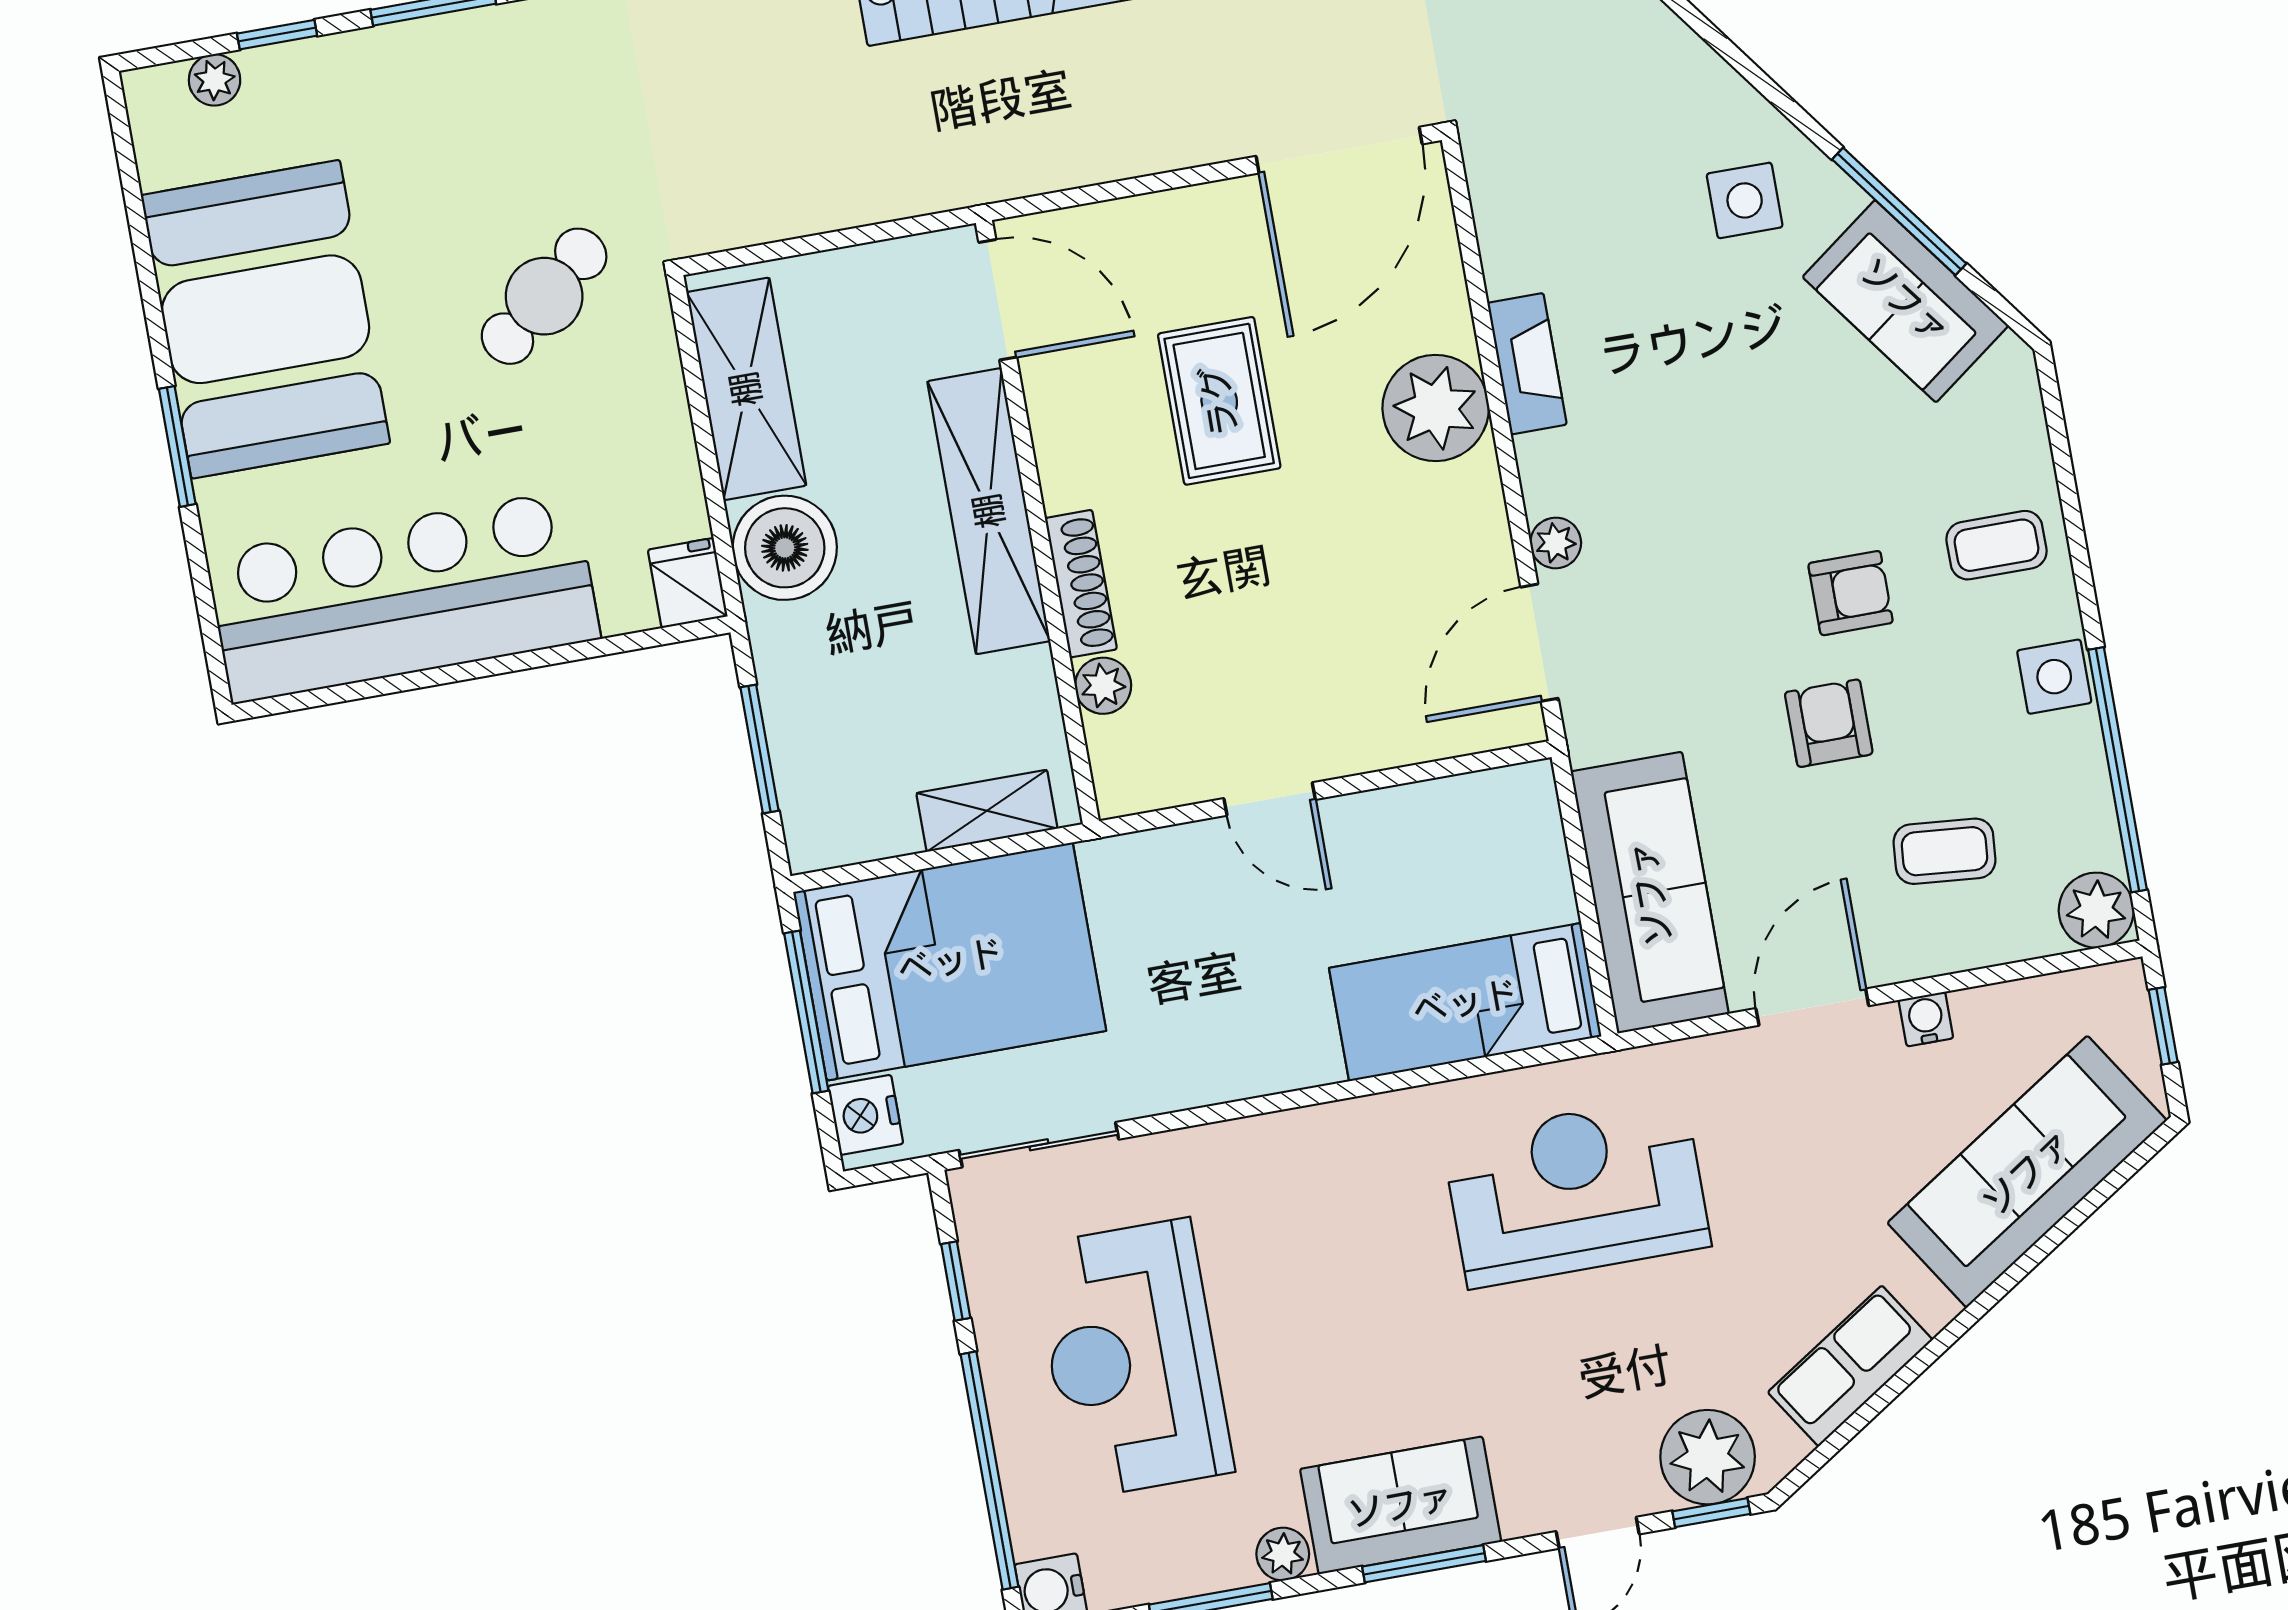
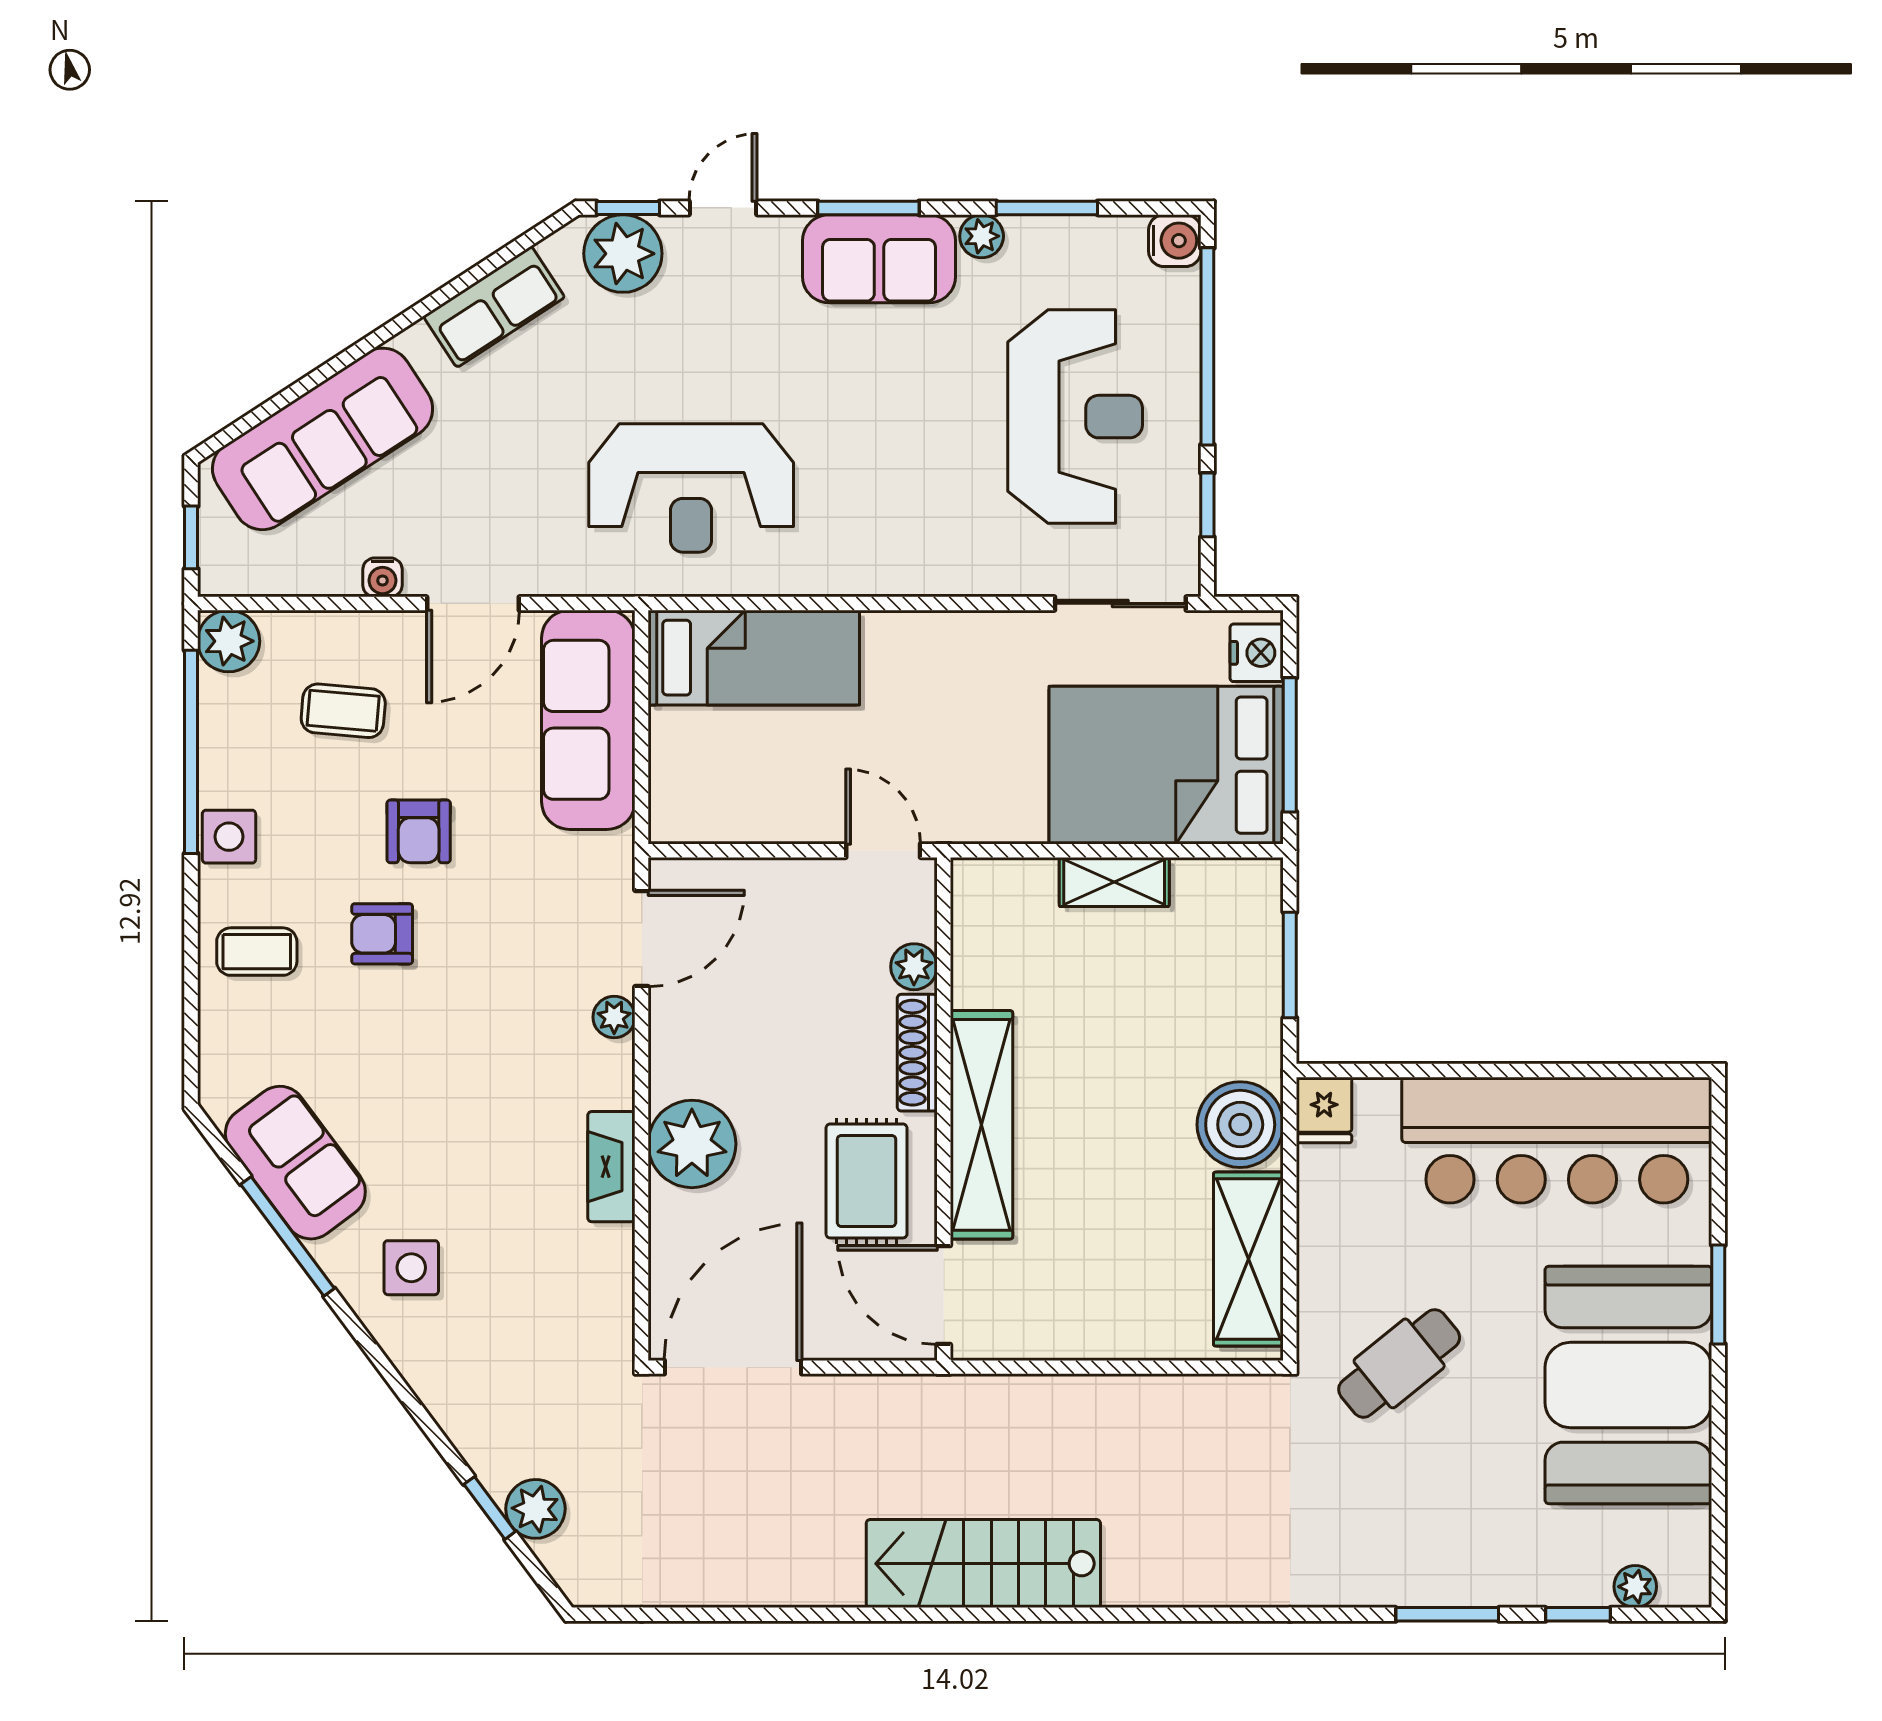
door: (998, 300) -> (944, 1295), moved
shelving: (989, 511) -> (981, 1125), moved
wall: (1037, 522) -> (944, 1109), moved
shoe rack: (1081, 584) -> (917, 1053), moved
plant: (1103, 686) -> (914, 967), moved

